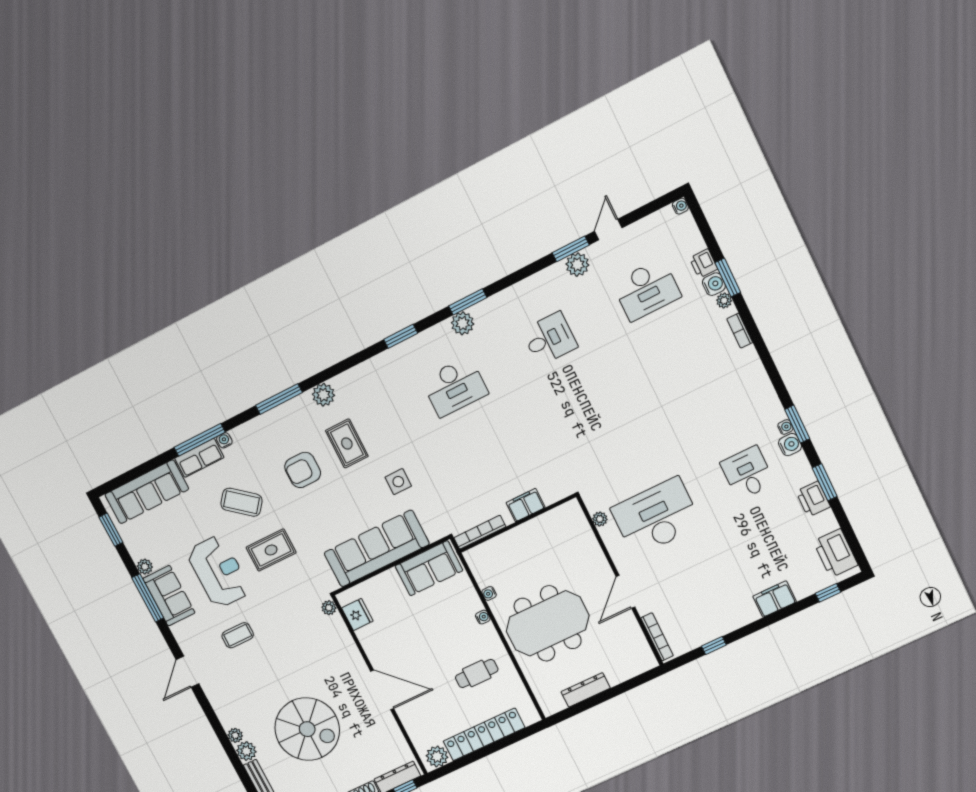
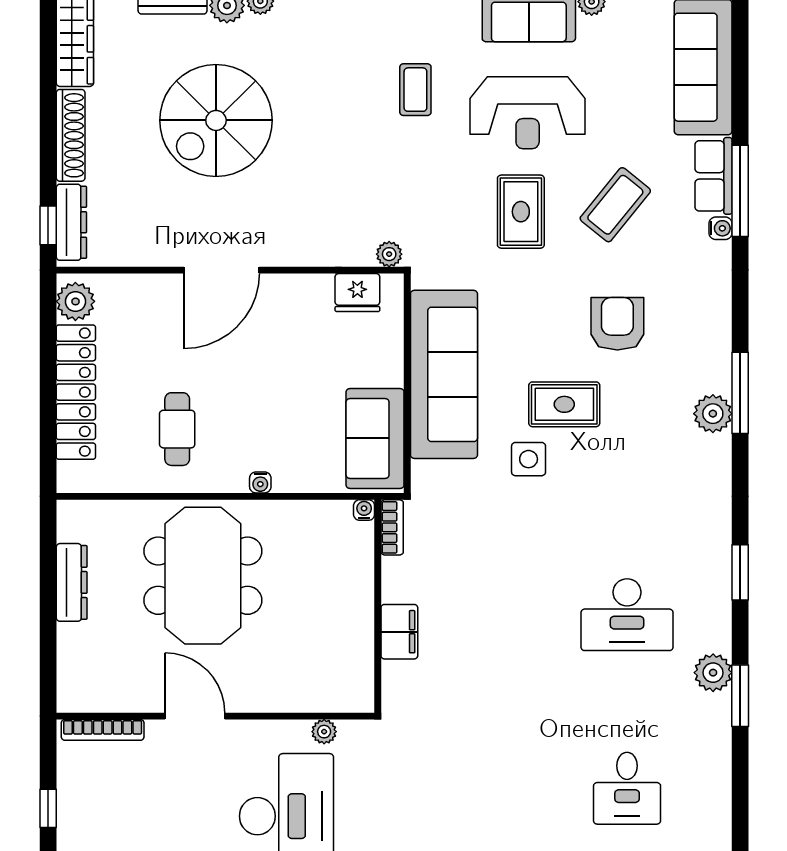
desk: (455, 387) -> (627, 615), turned -90
window: (279, 399) -> (740, 393), moved
rug: (347, 443) -> (564, 404), moved
bookcase: (480, 532) -> (392, 527), width x0.64
water cooler: (489, 593) -> (364, 510), moved

